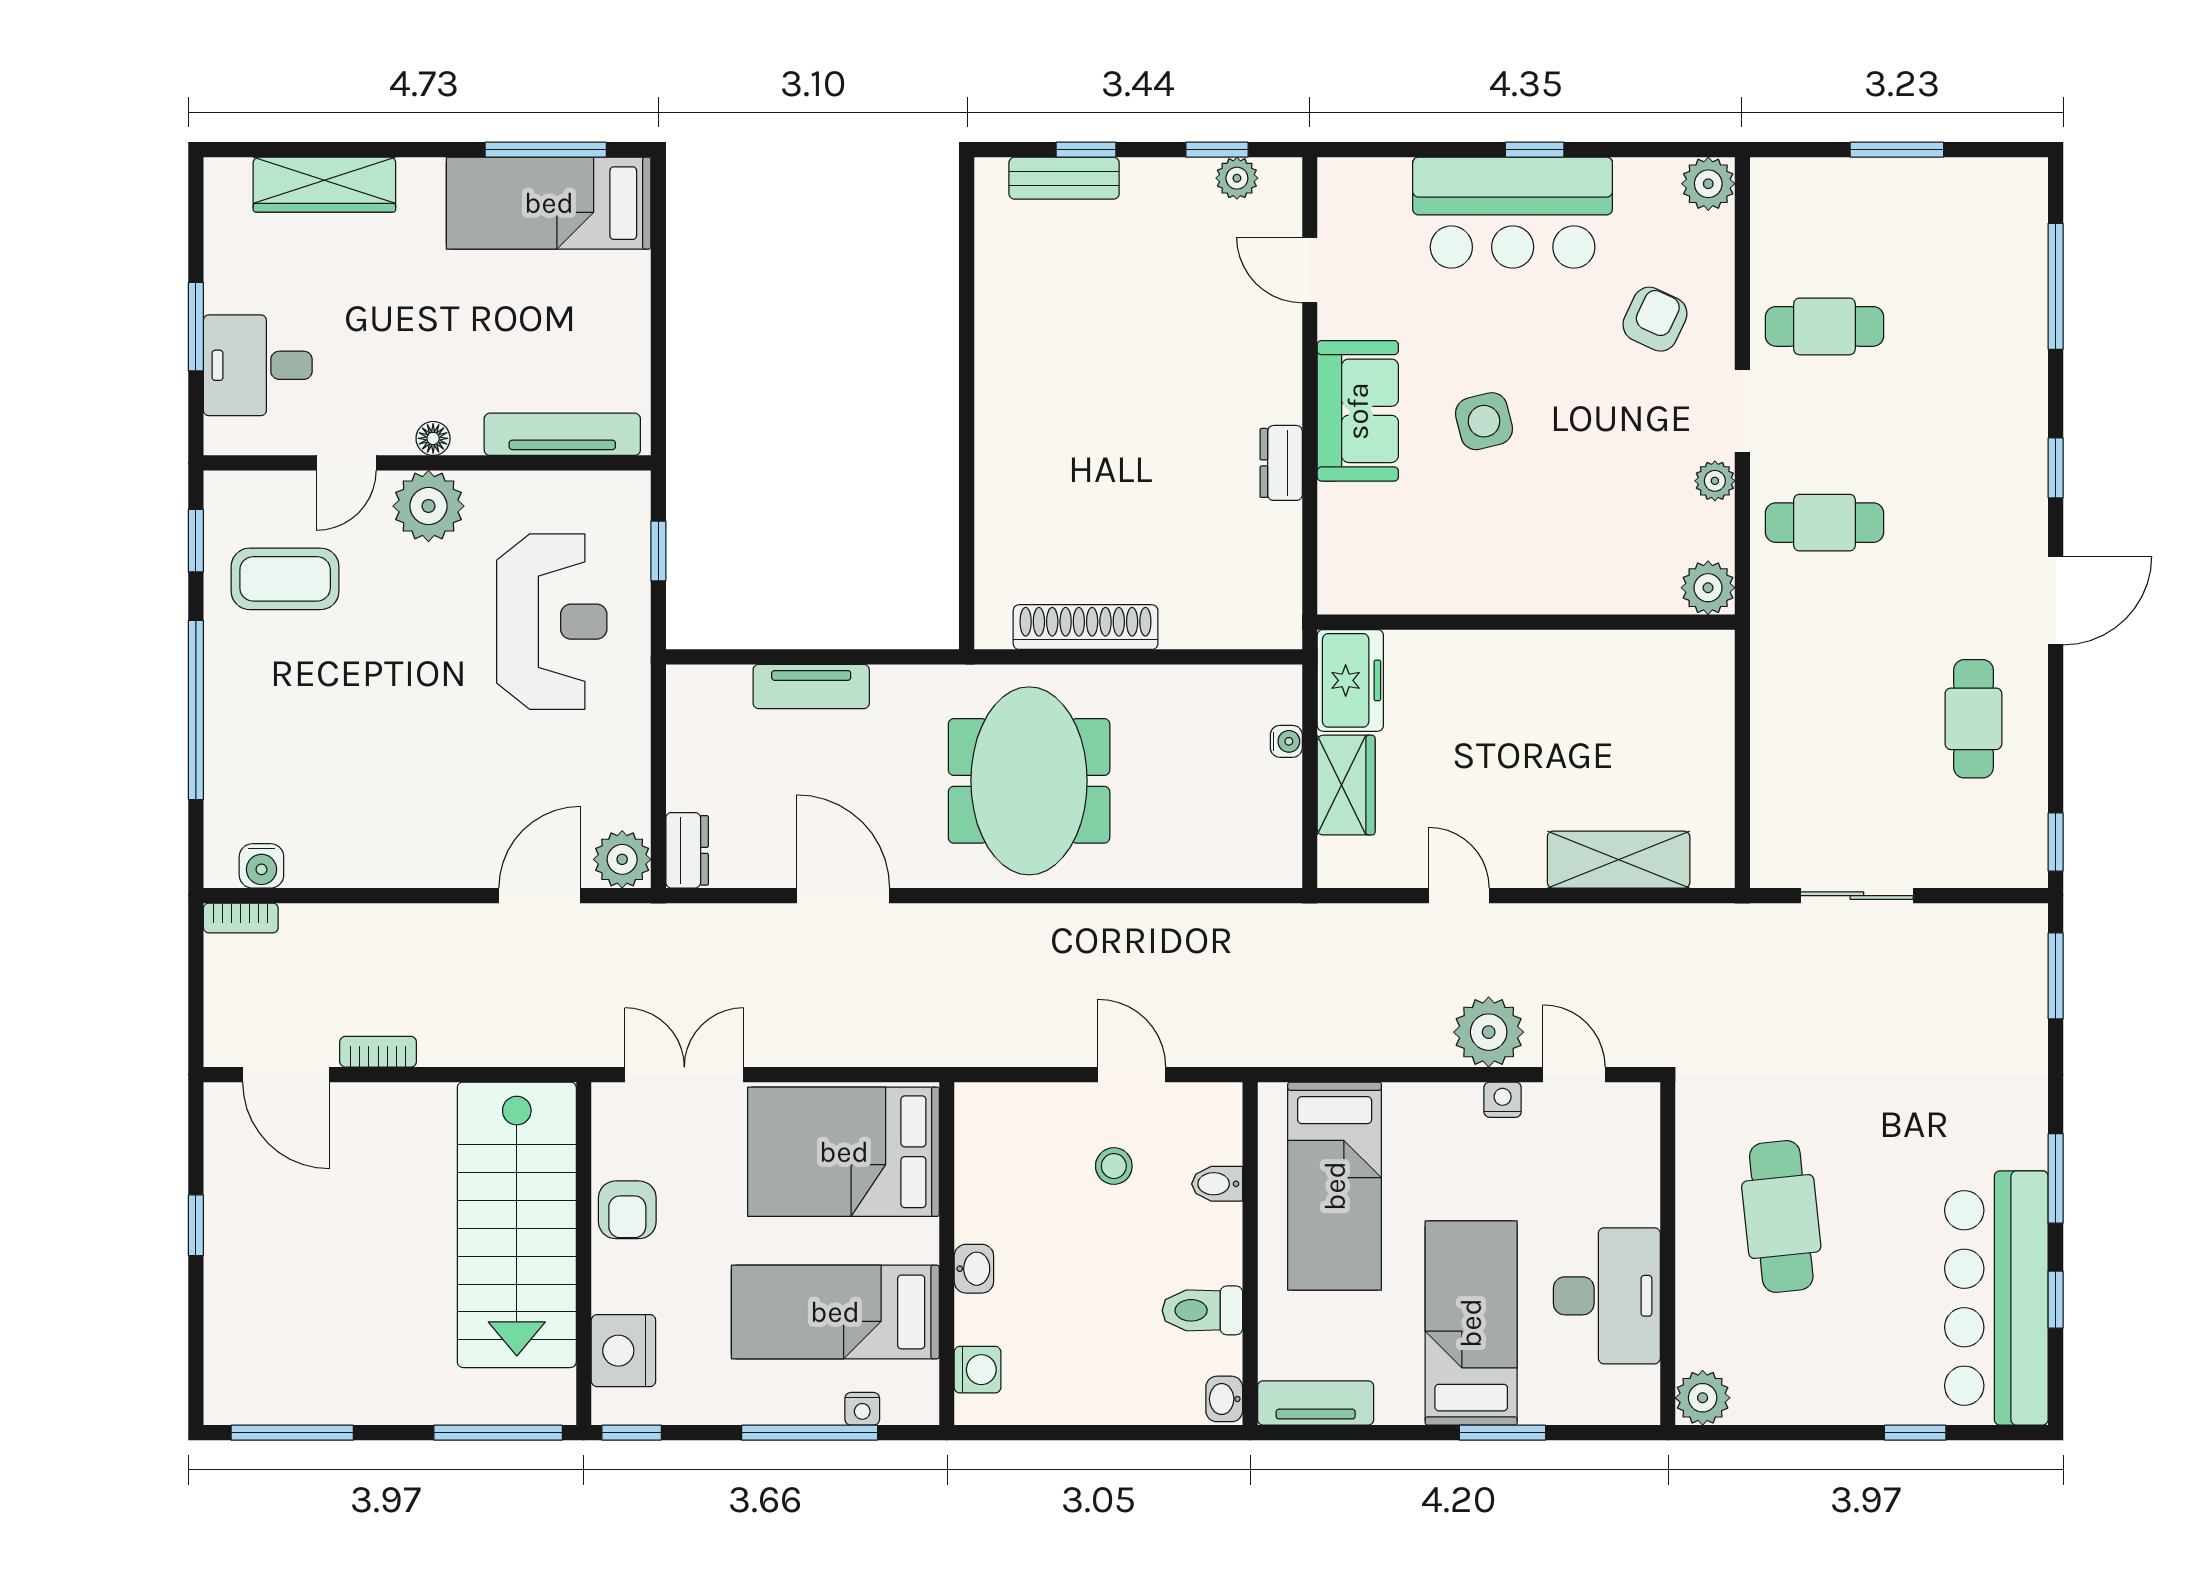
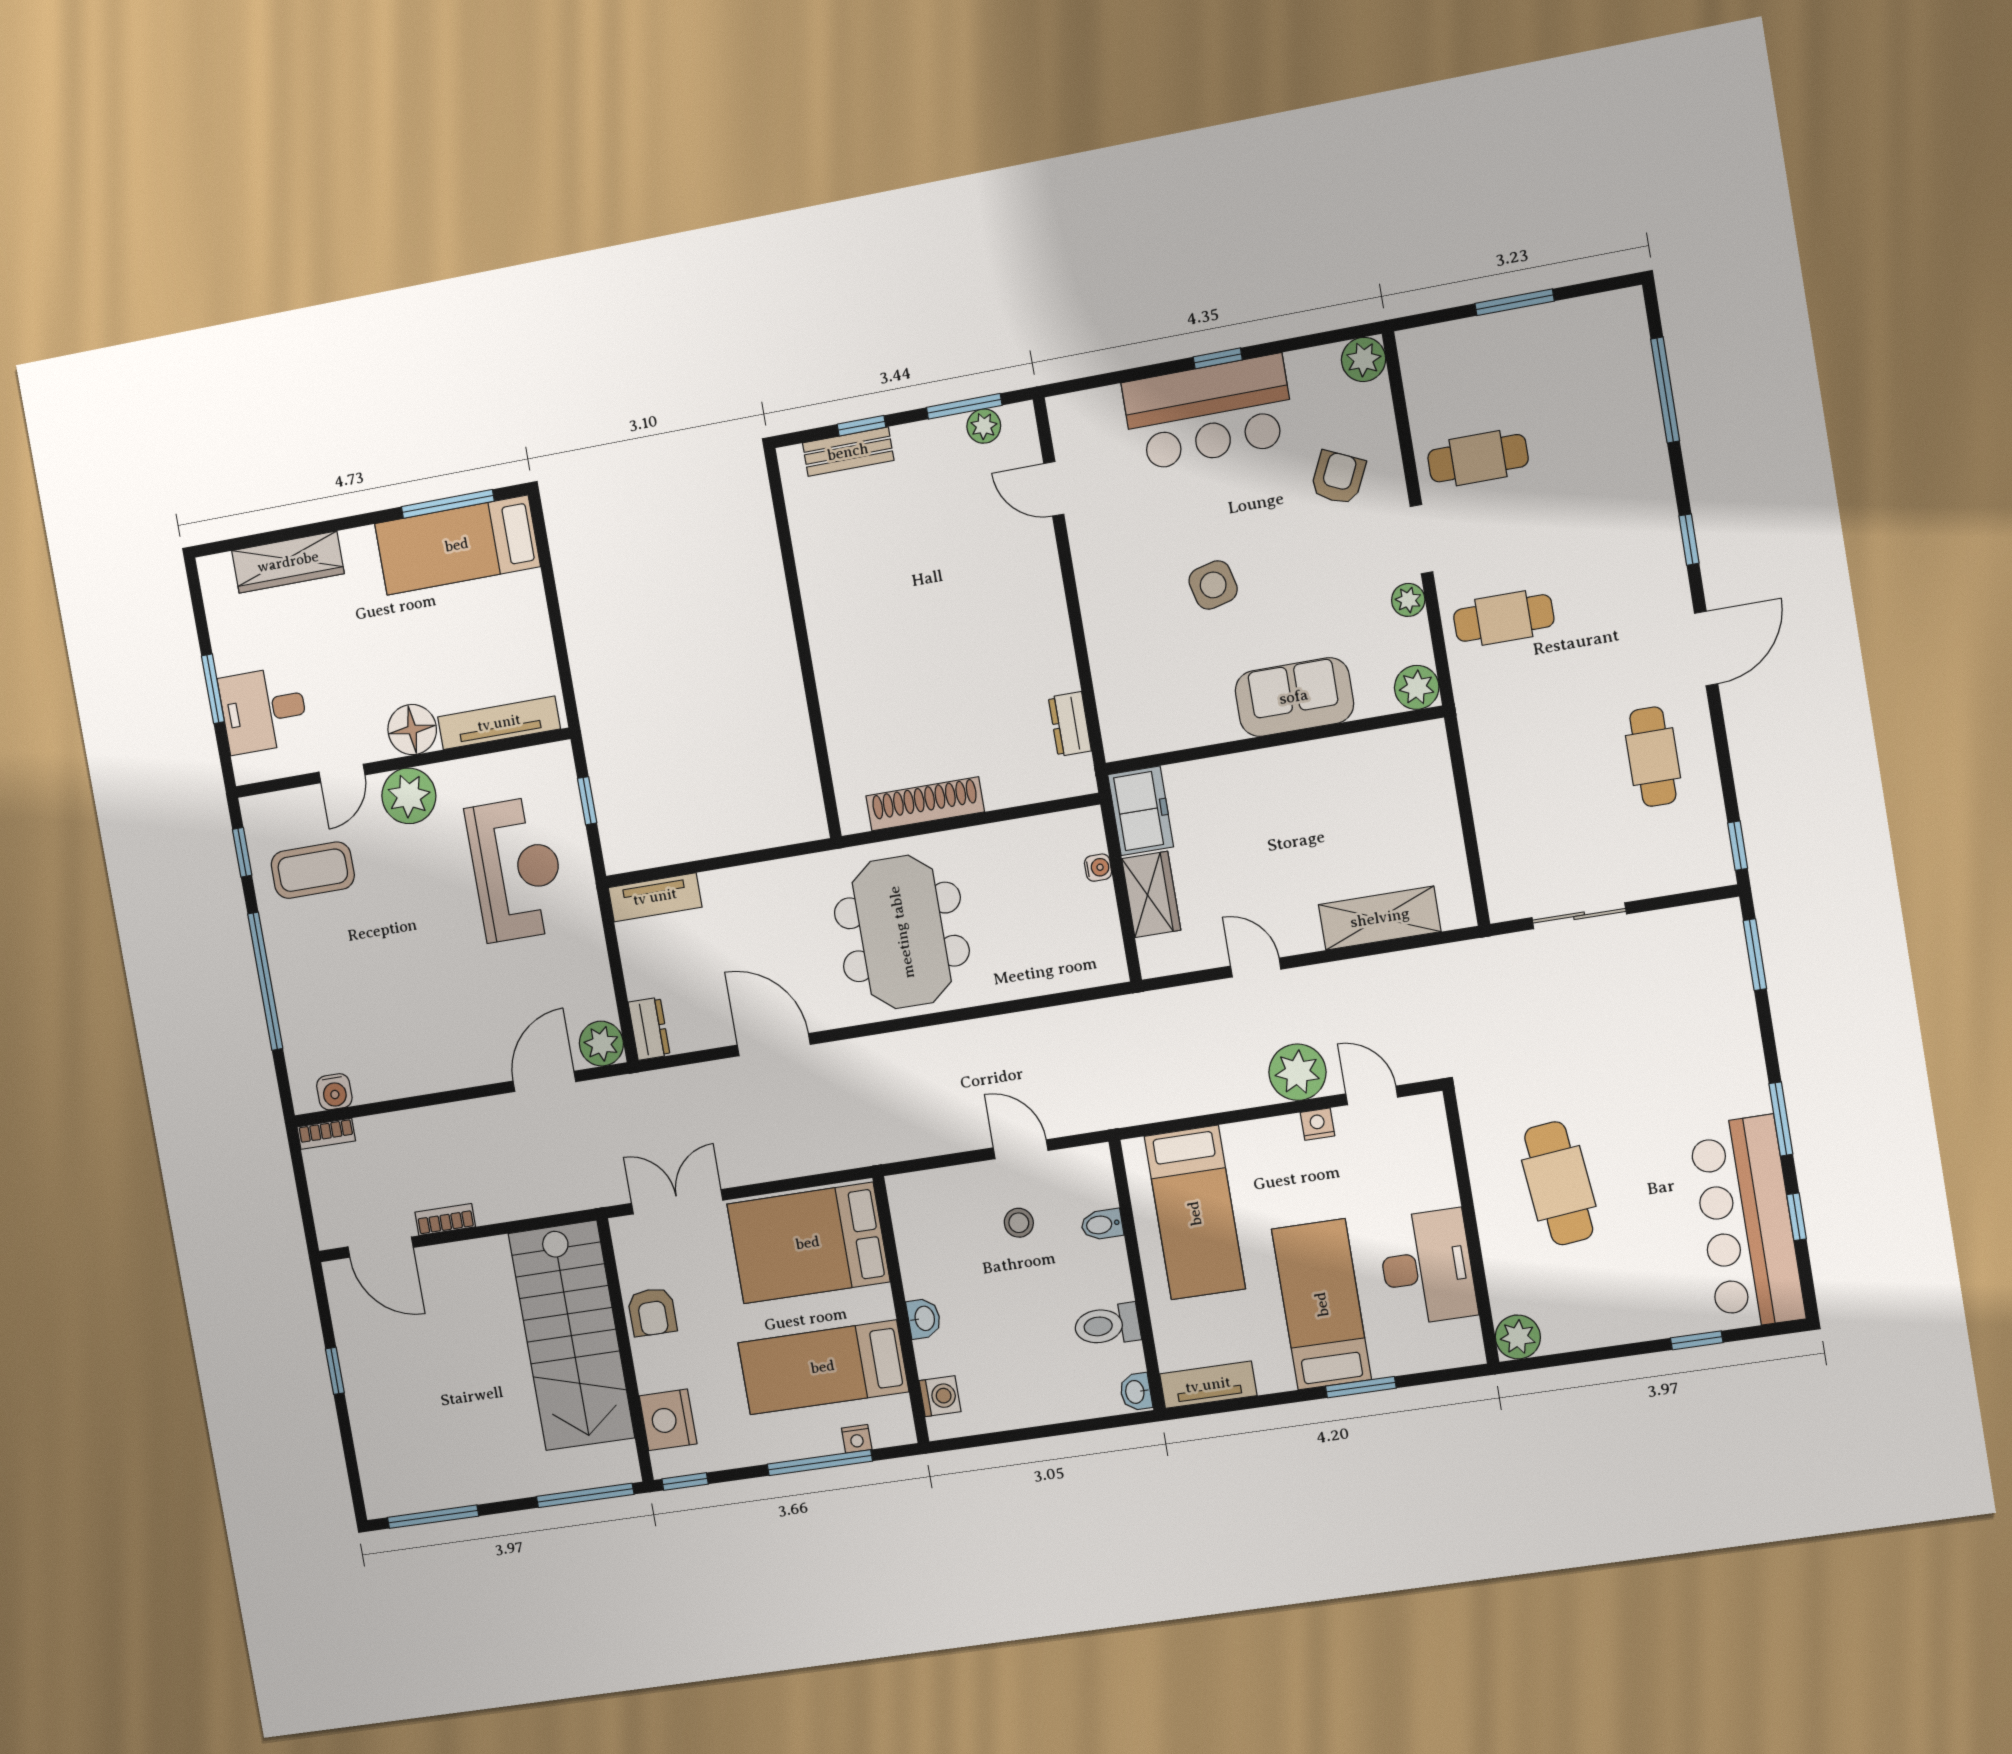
window: (1217, 150) -> (964, 406), width x1.50
sofa: (1358, 411) -> (1294, 697), moved, turned -90
floor lamp: (433, 438) -> (412, 730), width x1.89, depth x1.89
dresser: (1281, 463) -> (1070, 724), moved
tv unit: (811, 687) -> (655, 897), moved

